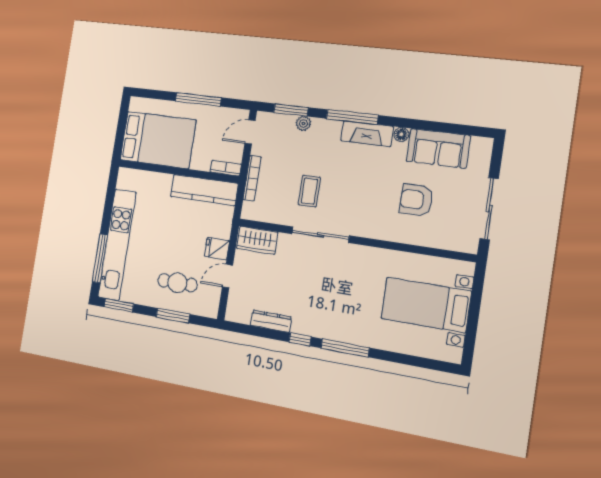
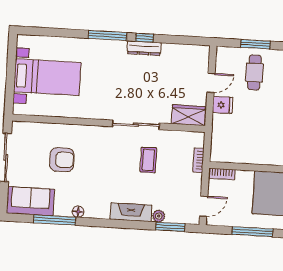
window: (352, 117) -> (55, 220), moved
fireplace: (367, 134) -> (131, 212), moved
sofa: (438, 148) -> (30, 201), moved
bookcase: (252, 178) -> (198, 160), width x0.64
kitchen counter: (204, 190) -> (239, 154), removed
cafe table: (177, 283) -> (254, 72), turned 90
dresser: (271, 321) -> (144, 48), moved

